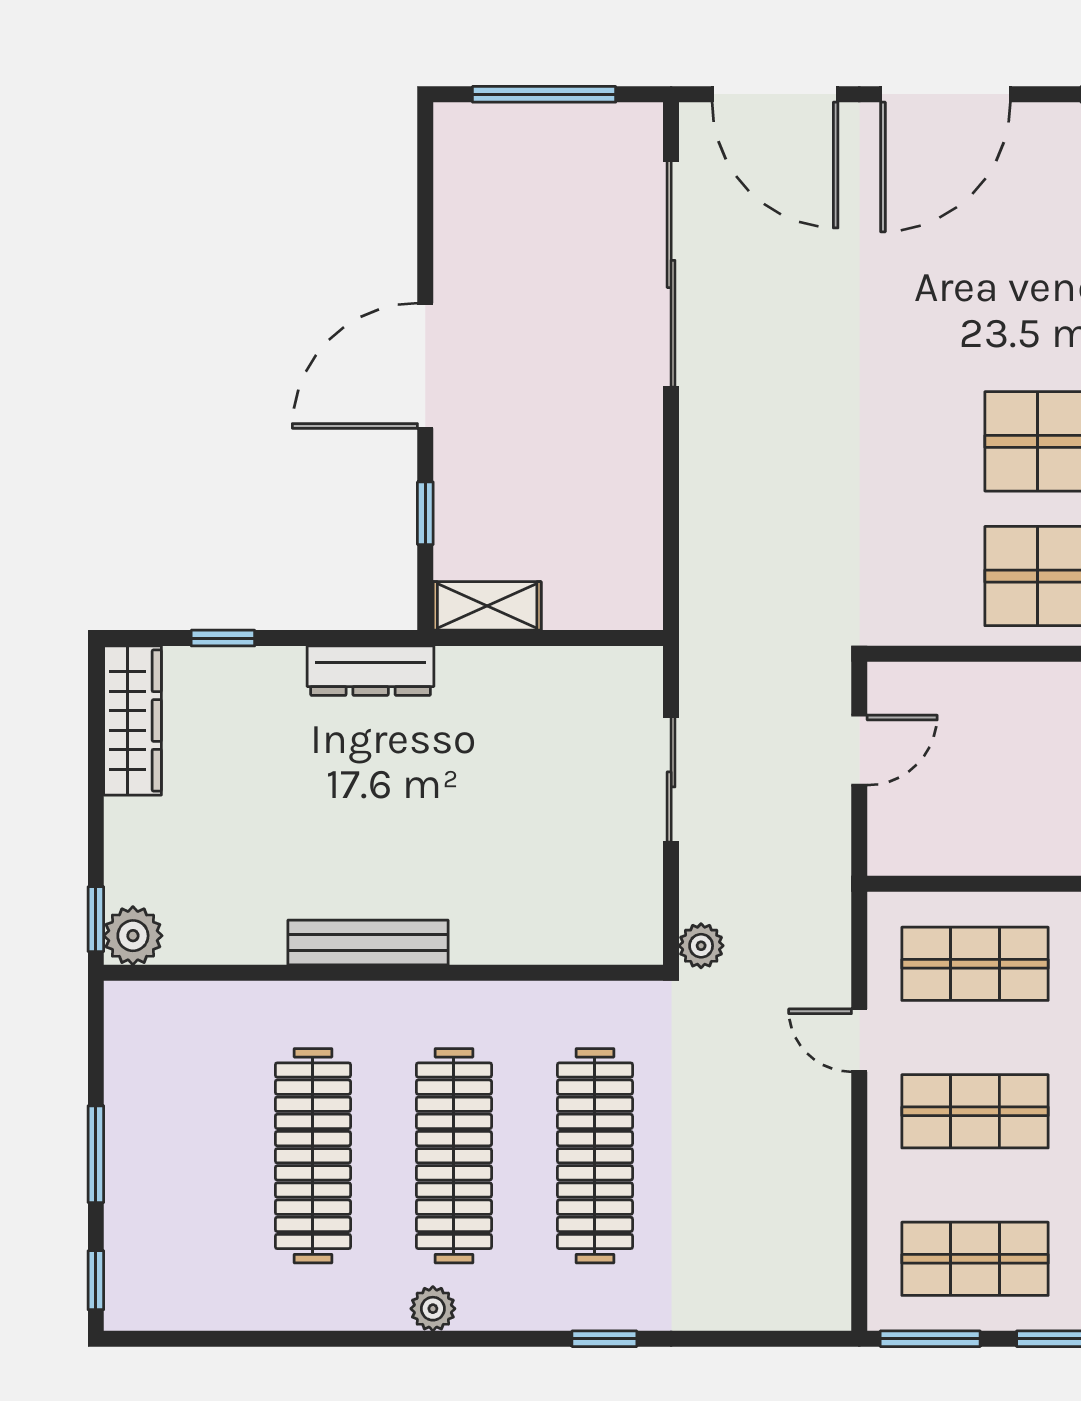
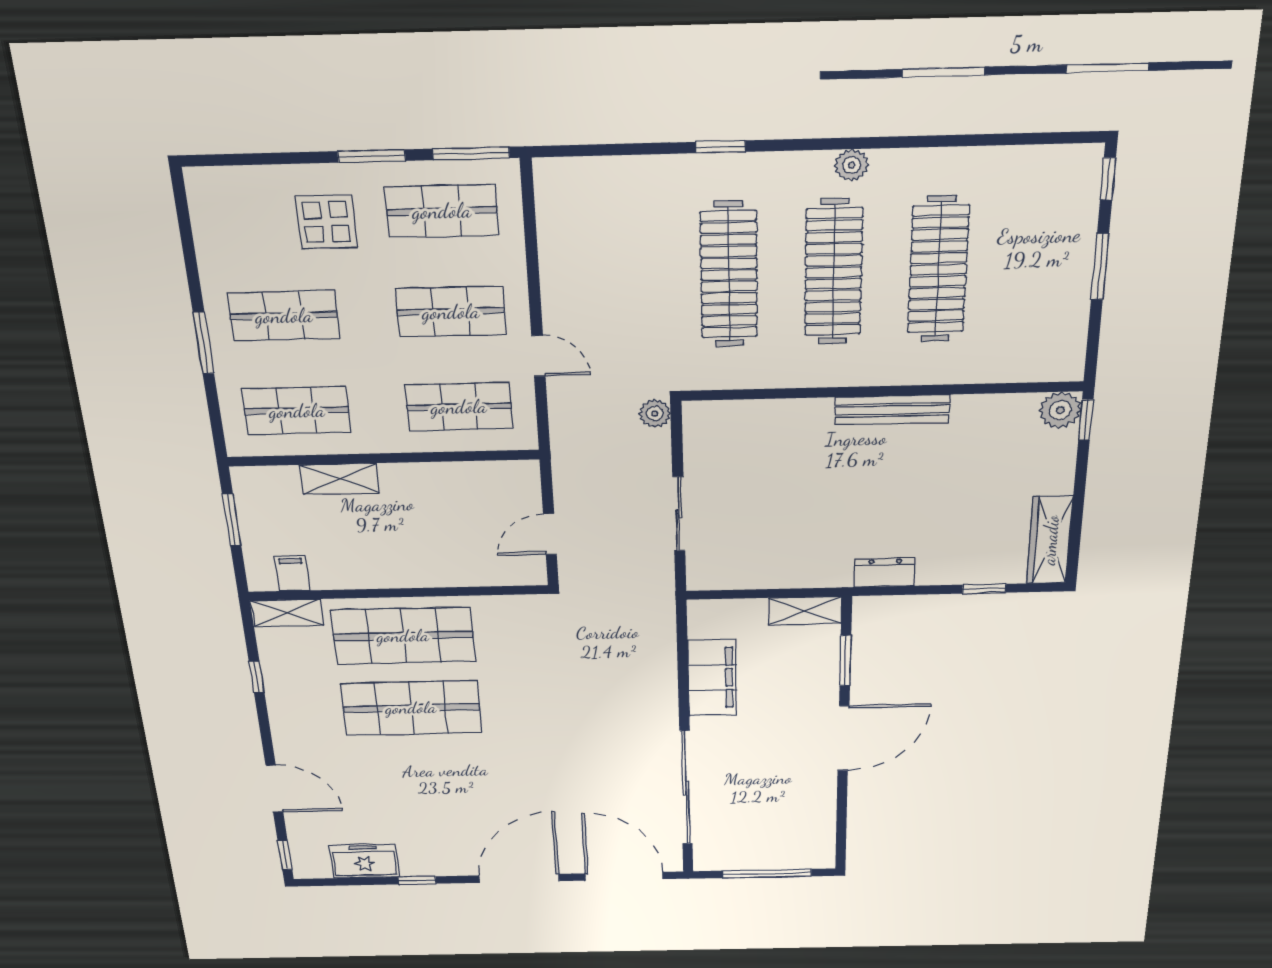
filing cabinet: (627, 487) -> (712, 678), added
window: (425, 513) -> (845, 661), width x1.50
dresser: (371, 671) -> (885, 572), width x0.70

